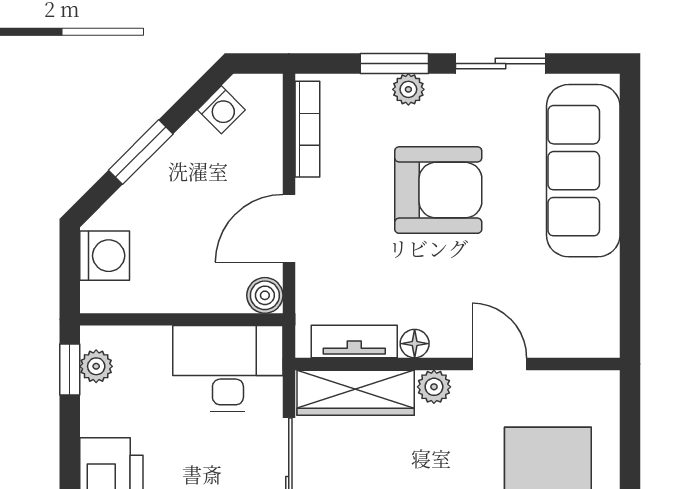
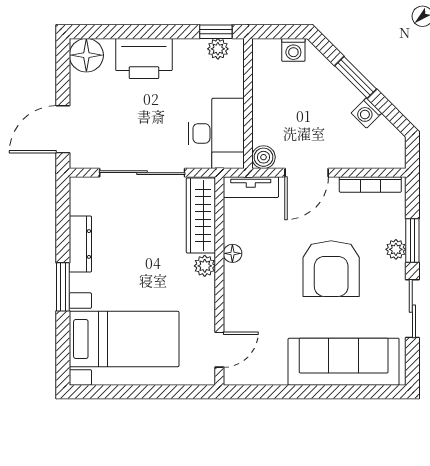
washing machine: (221, 110) -> (366, 113), moved
door: (289, 228) -> (307, 173), swing flipped
washing machine: (105, 256) -> (293, 50), width x0.73, depth x0.73
tv unit: (354, 342) -> (251, 187), moved, turned 90
door: (499, 364) -> (219, 350), moved

